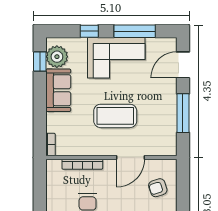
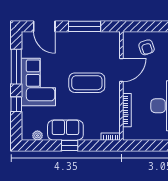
plant: (57, 57) -> (37, 135), width x0.53, depth x0.53
window: (40, 61) -> (70, 145), moved
coffee table: (115, 116) -> (87, 83), turned 90
door: (130, 158) -> (121, 70), hinge flipped

